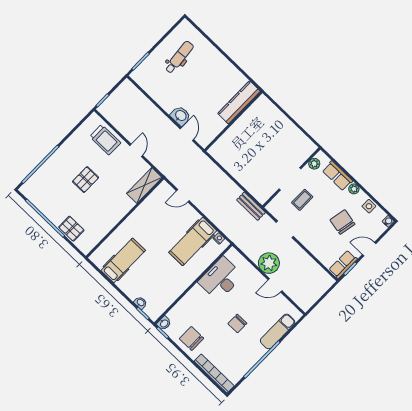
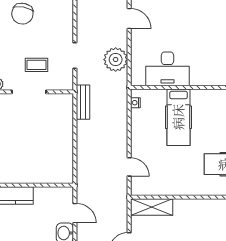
door: (187, 134) -> (75, 213), swing flipped
hospital bed: (193, 242) -> (178, 117), moved, turned 90
plant: (269, 263) -> (116, 60), moved
chair: (237, 324) -> (191, 19), removed

